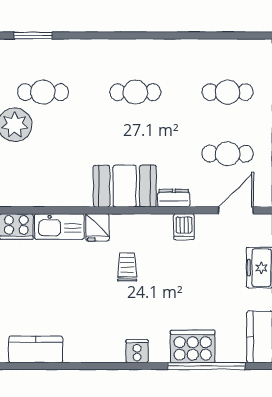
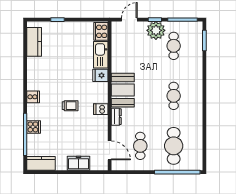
cafe table: (228, 92) -> (174, 146), width x1.37, depth x1.35
dishwasher: (184, 227) -> (101, 109), moved
trolley: (127, 267) -> (70, 106), moved
cooker: (193, 346) -> (34, 127), width x0.53, depth x0.76

